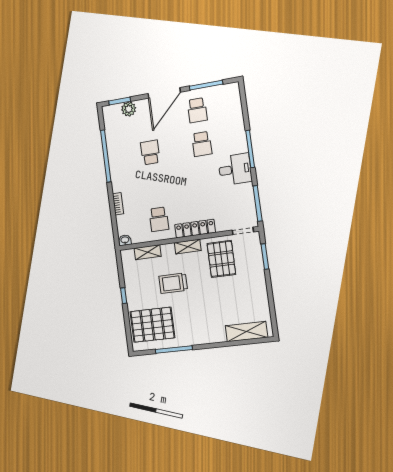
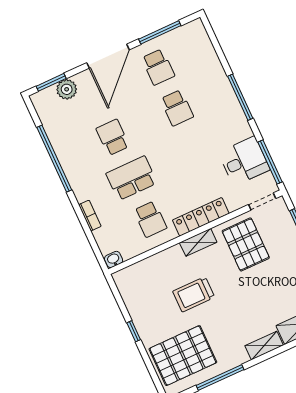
desk: (235, 169) -> (244, 161), moved
school desk: (155, 186) -> (131, 178), added
shelving: (148, 252) -> (264, 346), moved

